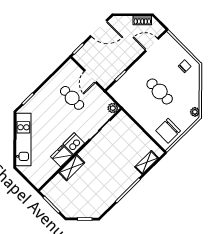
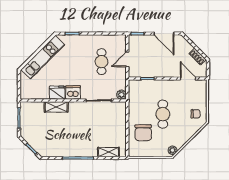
chair: (168, 131) -> (143, 133), moved, turned -90

